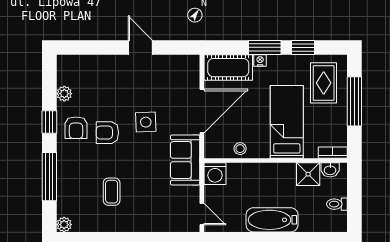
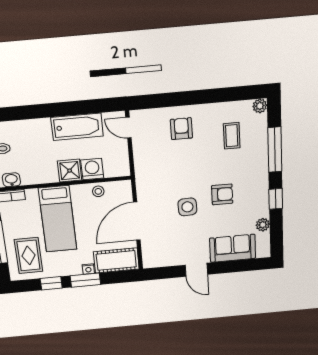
armchair: (76, 128) -> (181, 129), moved
sofa: (185, 160) -> (233, 248), moved, turned -90
washing machine: (215, 174) -> (92, 169), moved
shower: (308, 174) -> (70, 171), moved
coffee table: (112, 192) -> (232, 136), moved
bathtub: (272, 220) -> (77, 127), moved

